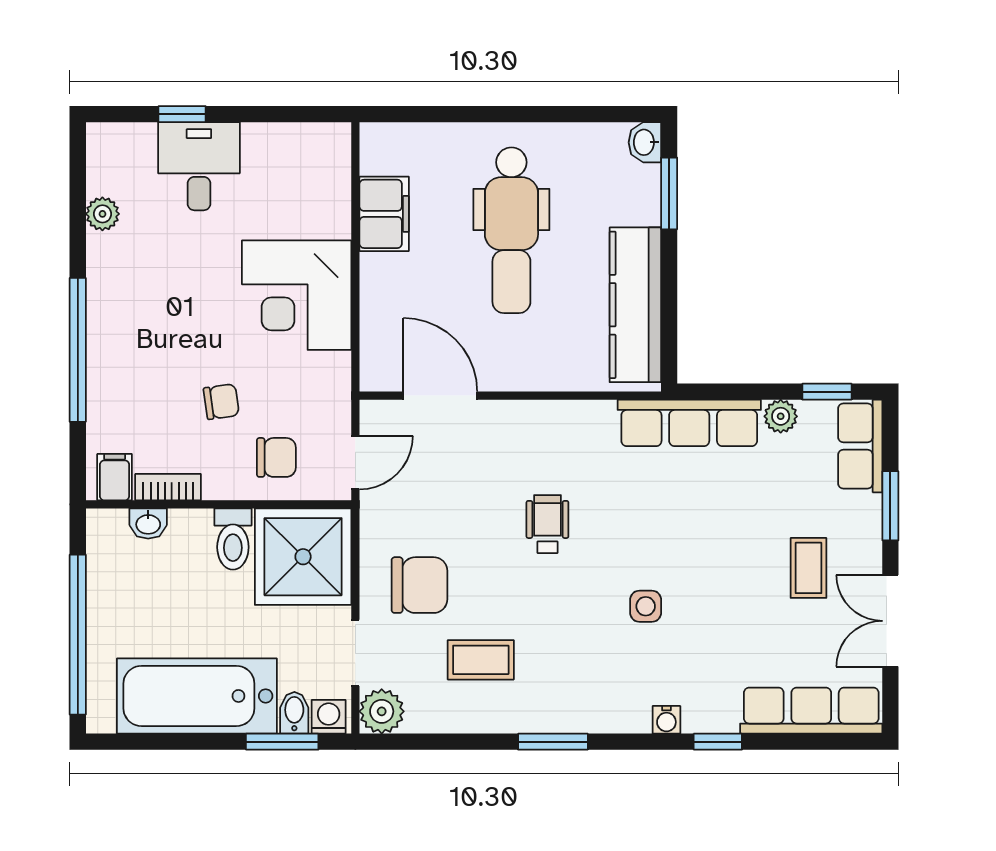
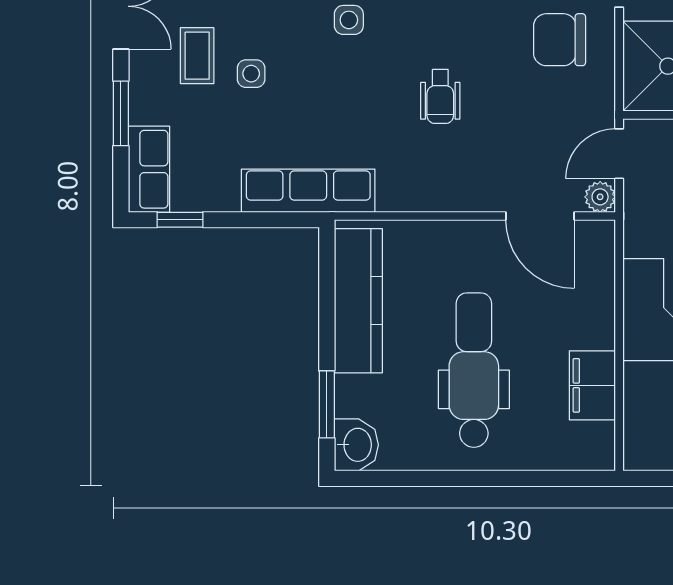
washbasin: (645, 142) -> (356, 445), width x1.38, depth x1.45
plant: (781, 416) -> (600, 197), moved
side table: (751, 549) -> (251, 74), added

